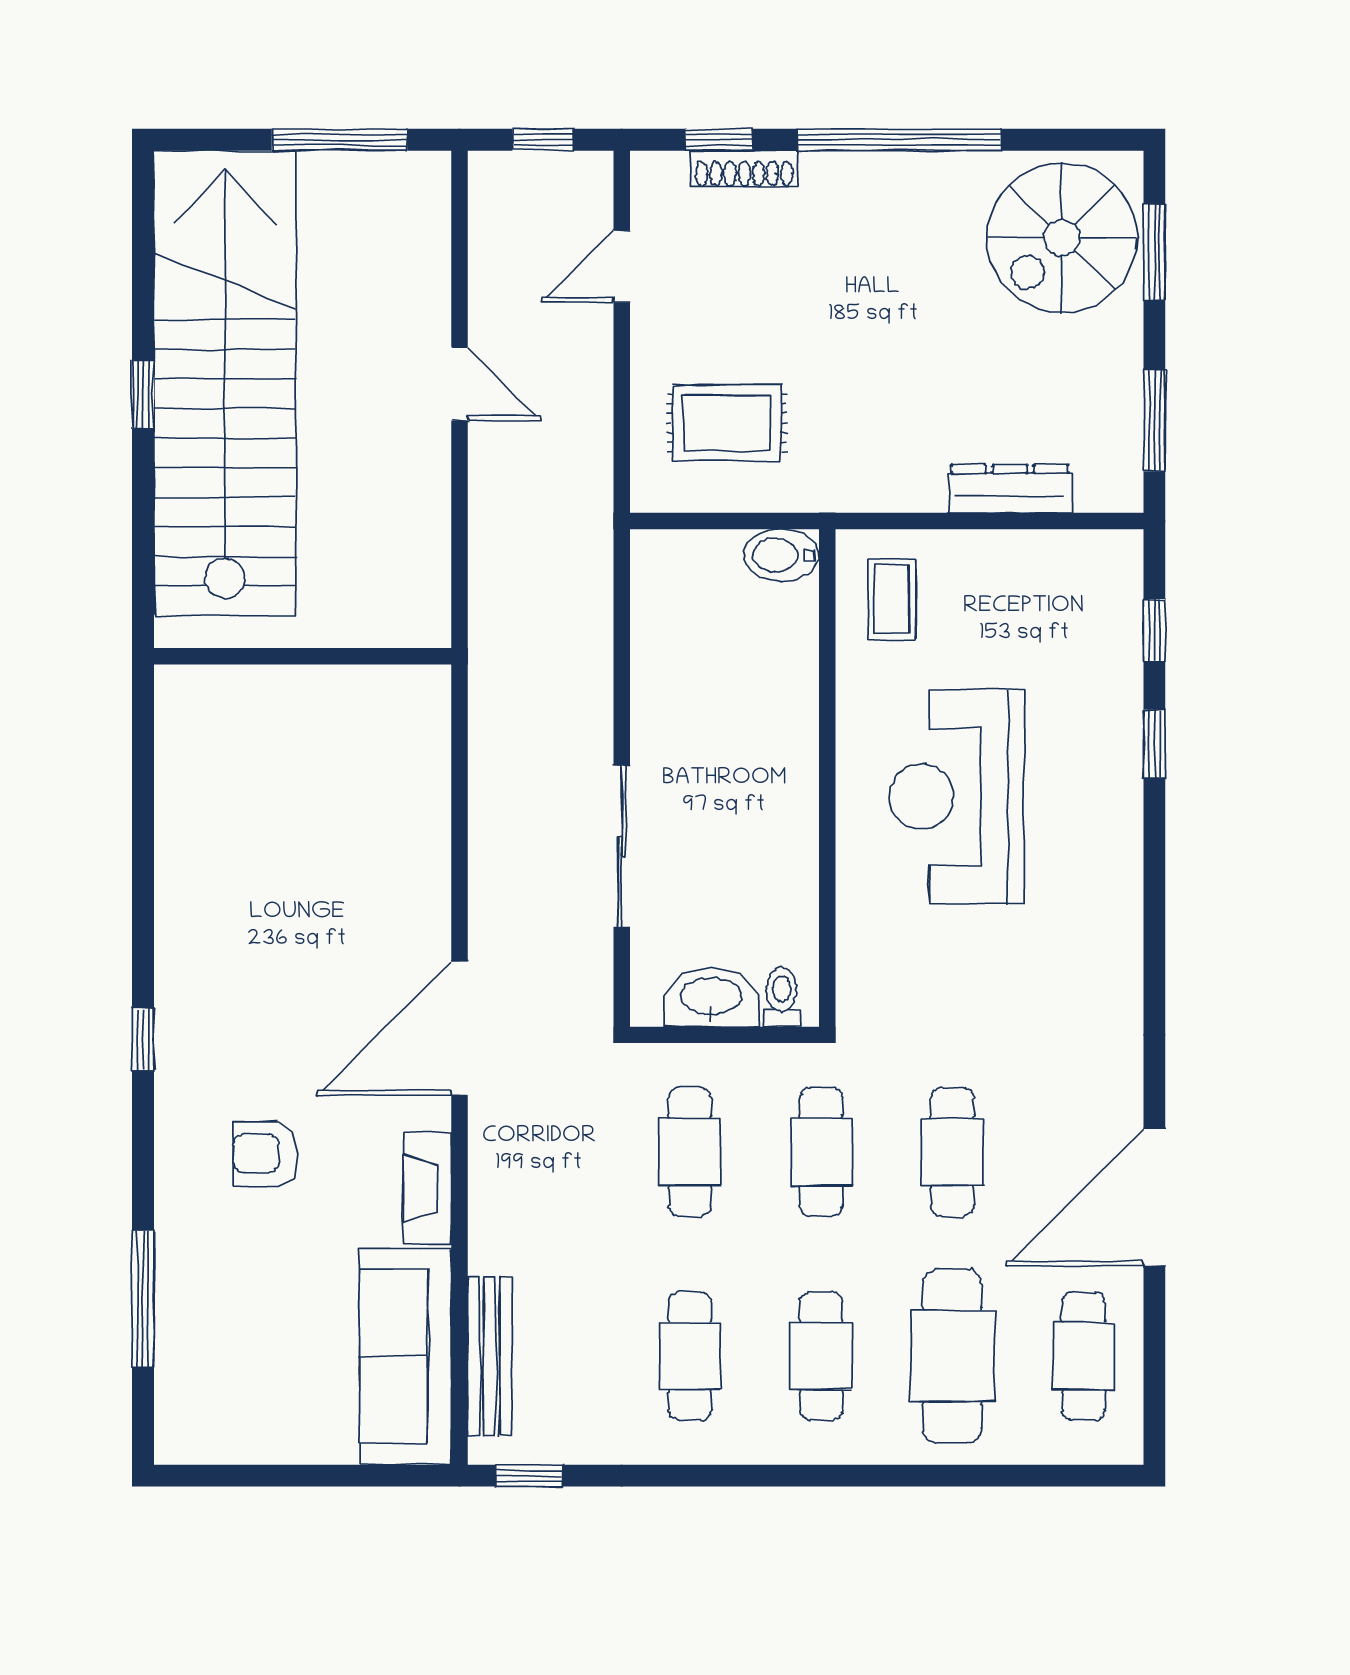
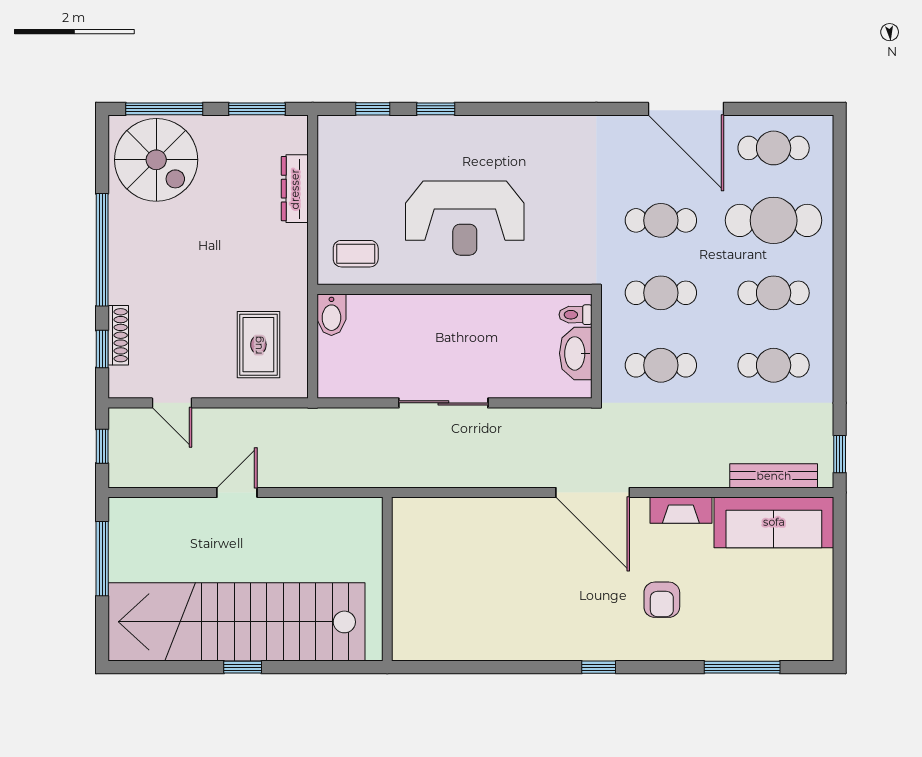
window: (1154, 252) -> (164, 109), width x1.44
sliding door: (622, 846) -> (443, 403), moved

